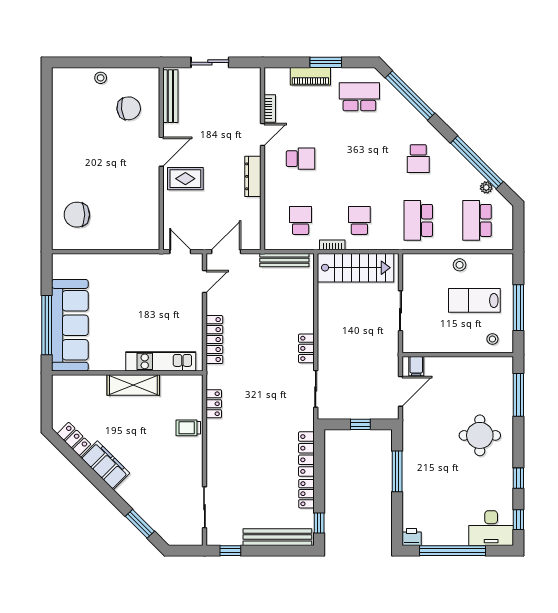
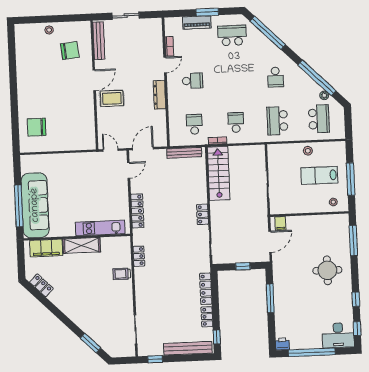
school desk: (477, 220) -> (319, 119), turned 180
stairs: (355, 268) -> (219, 173), moved, turned -90
filing cabinet: (105, 465) -> (46, 248), moved, turned 135

